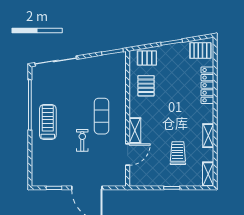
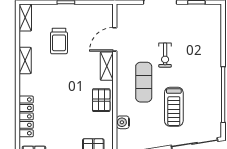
water cooler: (120, 80) -> (123, 122), added
pallet: (146, 86) -> (101, 100), moved
treadmill: (48, 122) -> (174, 107), moved

